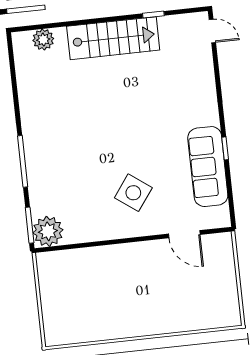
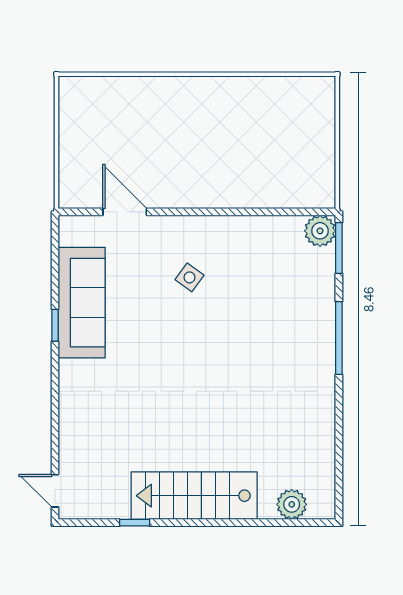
side table: (133, 193) -> (190, 277), width x0.54, depth x0.54
plant: (48, 231) -> (320, 231), width x0.73, depth x0.73

